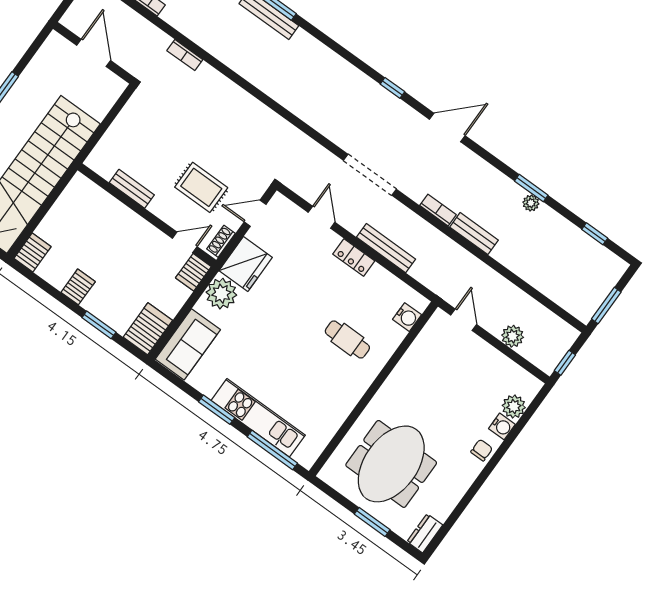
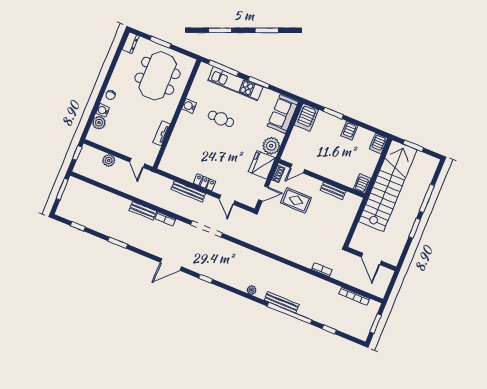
plant: (531, 203) -> (251, 290), moved
server rack: (193, 272) -> (362, 184), moved
water cooler: (407, 317) -> (189, 106), moved
cafe table: (347, 339) -> (221, 119), moved
tv unit: (408, 362) -> (162, 133), added

